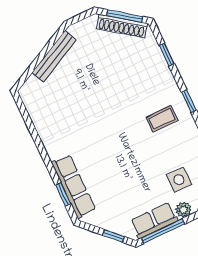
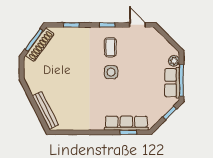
bench: (54, 56) -> (45, 110), moved
side table: (179, 180) -> (111, 72), moved

